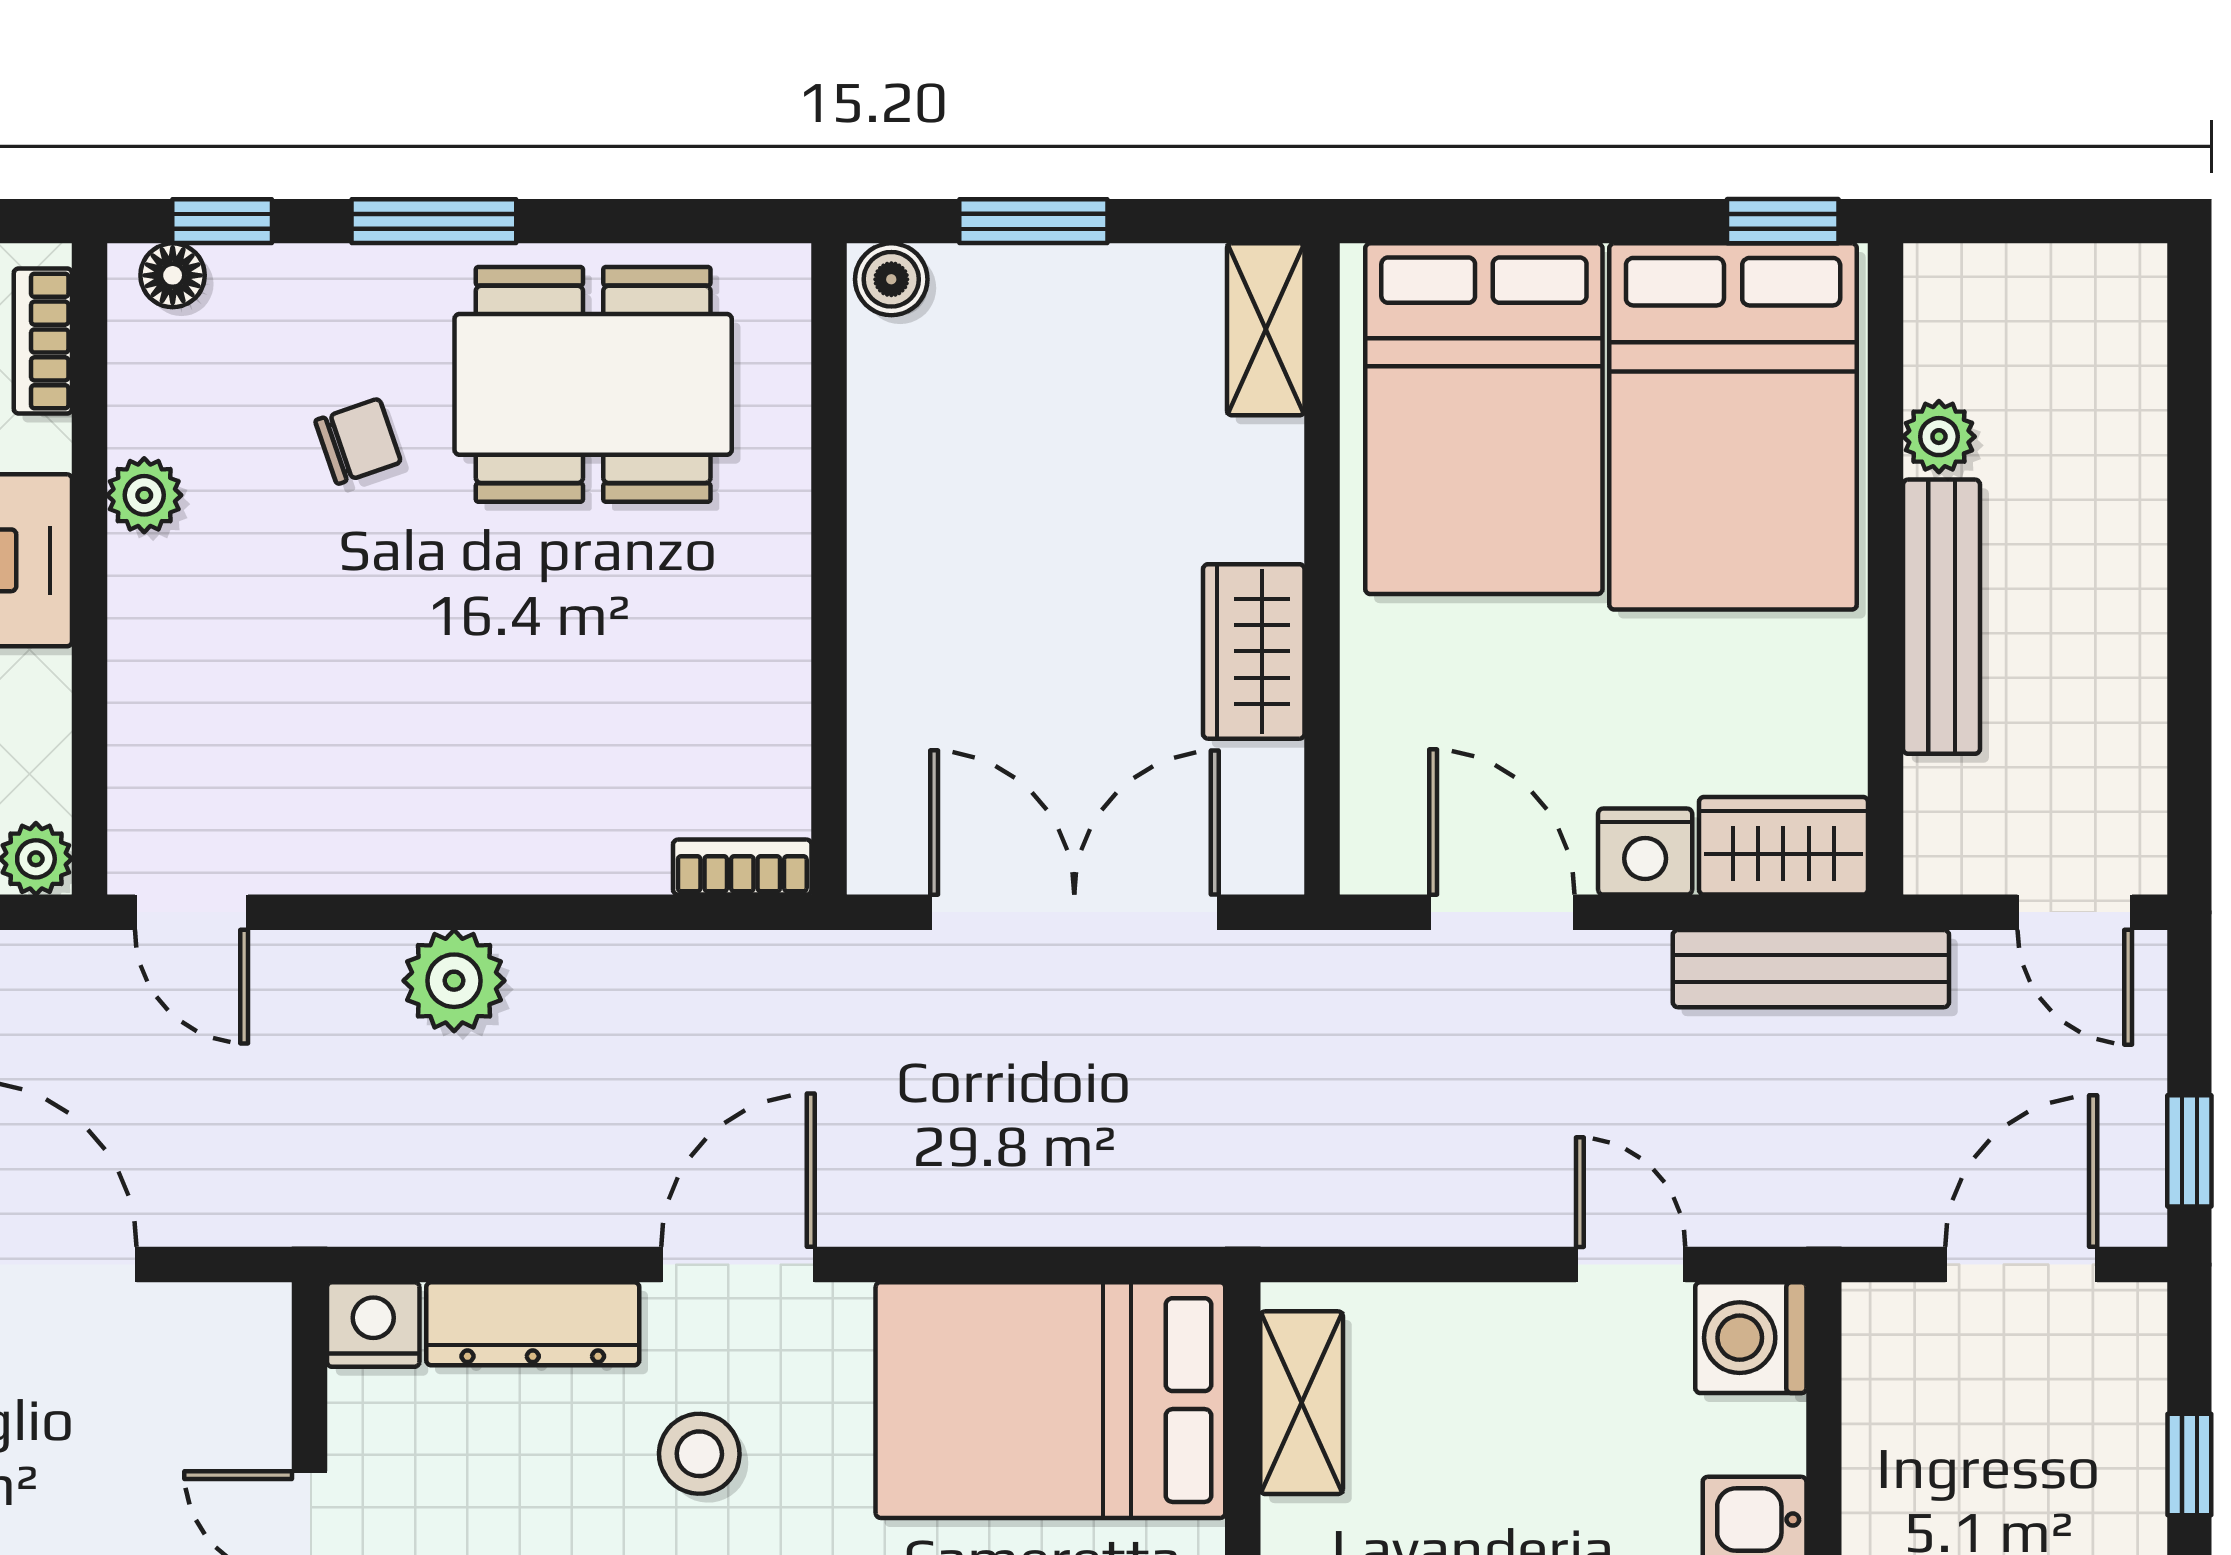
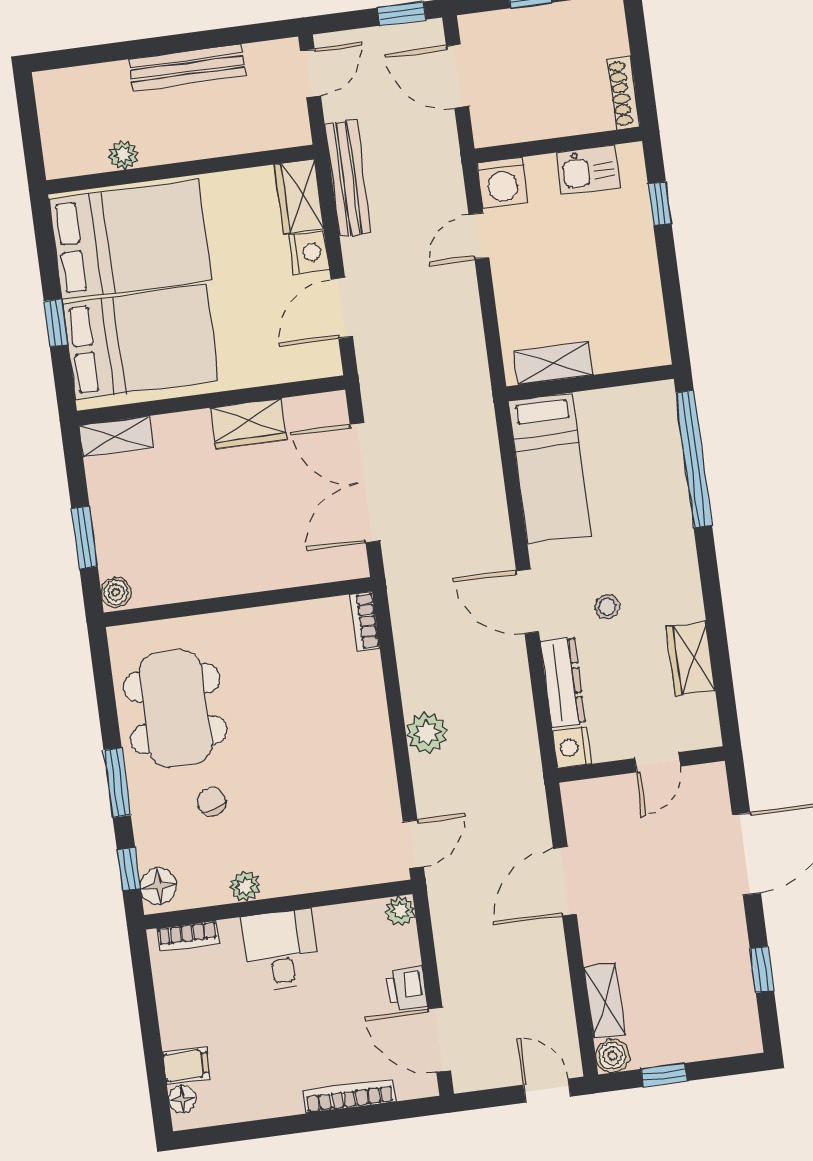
window: (1783, 221) -> (56, 323), moved
floor lamp: (173, 275) -> (158, 886), width x1.37, depth x1.37
bench: (1942, 617) -> (187, 67), moved
bed: (1050, 1400) -> (550, 468), width x0.67
stool: (699, 1454) -> (607, 607), width x0.73, depth x0.73

